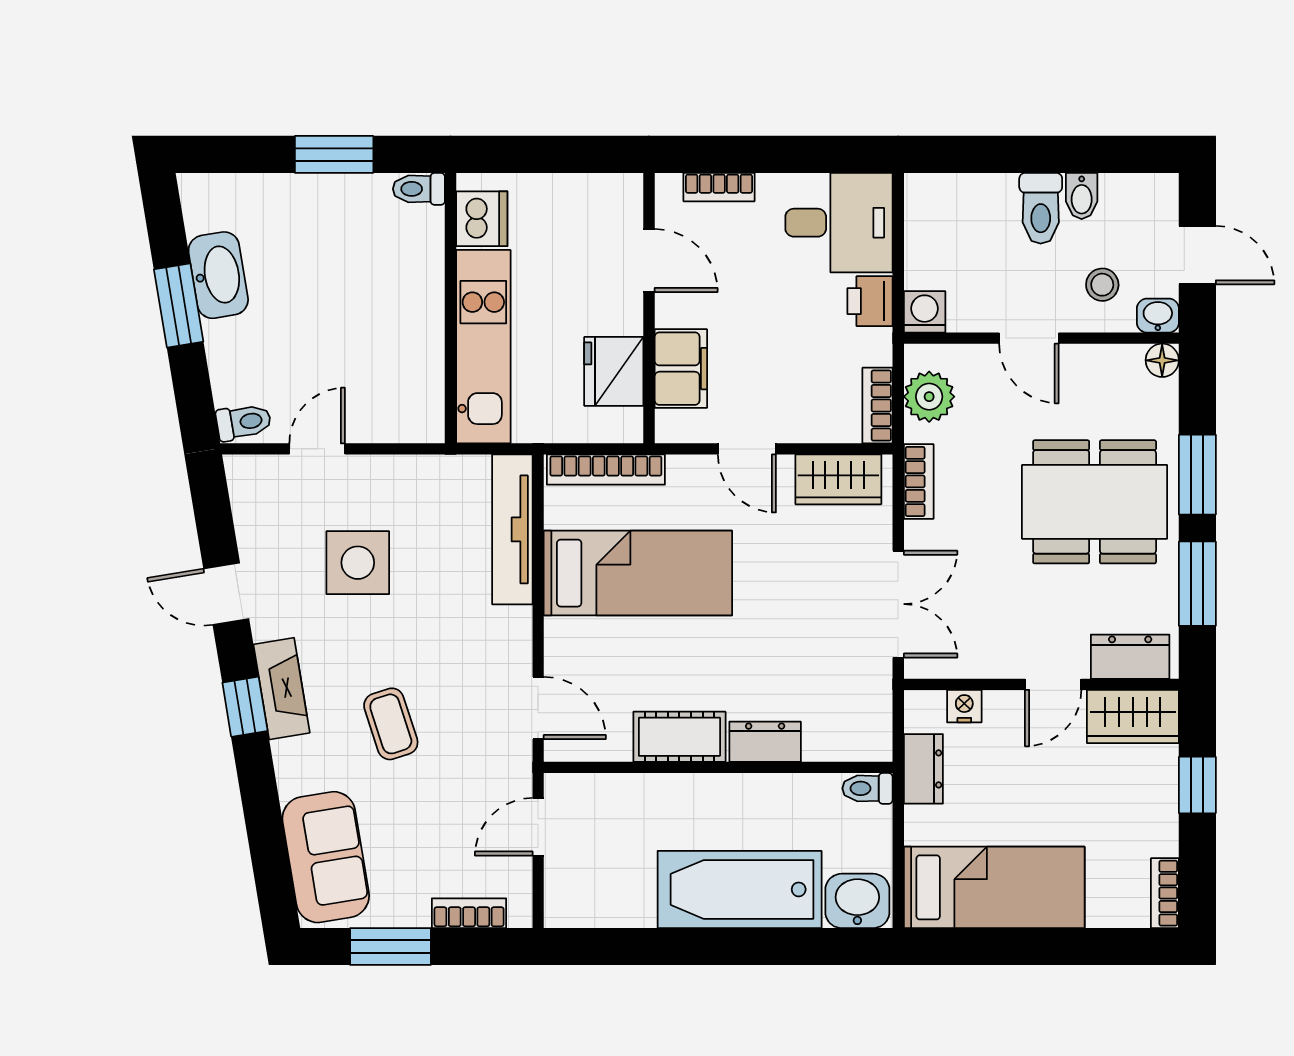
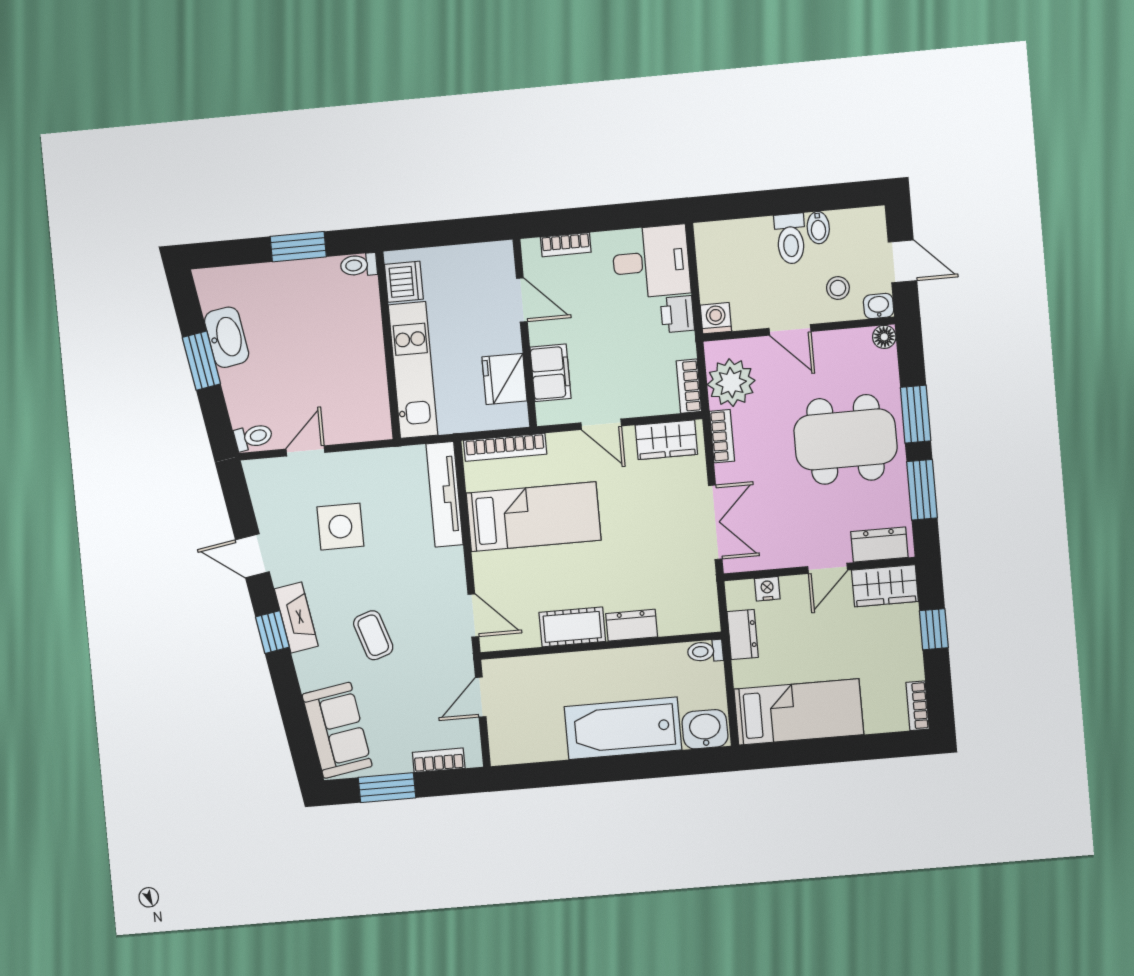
plant: (929, 397) -> (731, 383), width x1.36, depth x1.36

